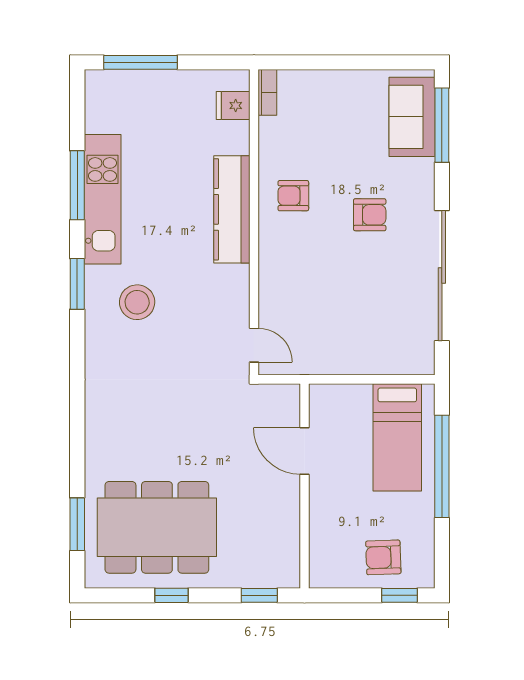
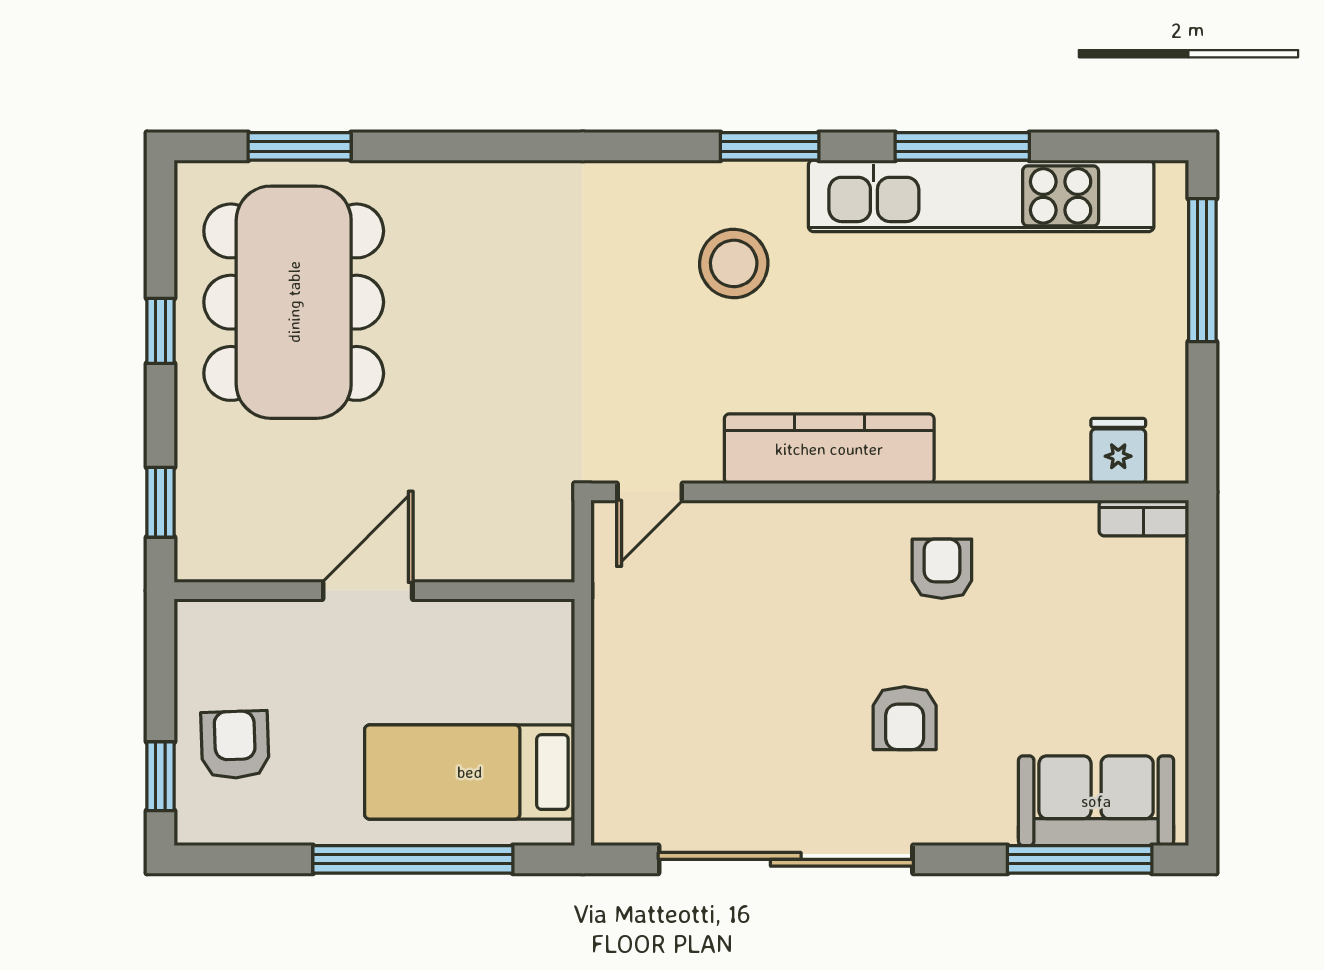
kitchen unit: (103, 199) -> (981, 196), width x1.36
kitchen counter: (232, 209) -> (829, 449), moved
door: (304, 451) -> (368, 591), moved

